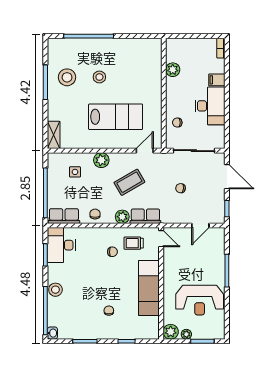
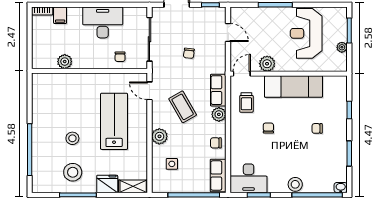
filing cabinet: (217, 80) -> (60, 15), moved
fridge: (56, 110) -> (107, 184), added
chair: (112, 252) -> (268, 128), moved
reception desk: (200, 300) -> (306, 33), turned 180
plant: (171, 332) -> (267, 64), moved

